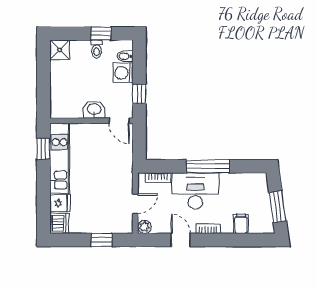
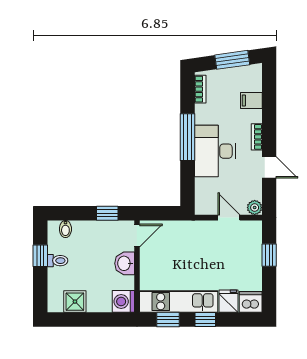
shower: (60, 50) -> (75, 302), moved
washing machine: (123, 73) -> (123, 301), moved, turned 90
bookcase: (158, 178) -> (200, 89), moved
window: (43, 182) -> (205, 320), added
door: (181, 240) -> (269, 167), swing flipped

